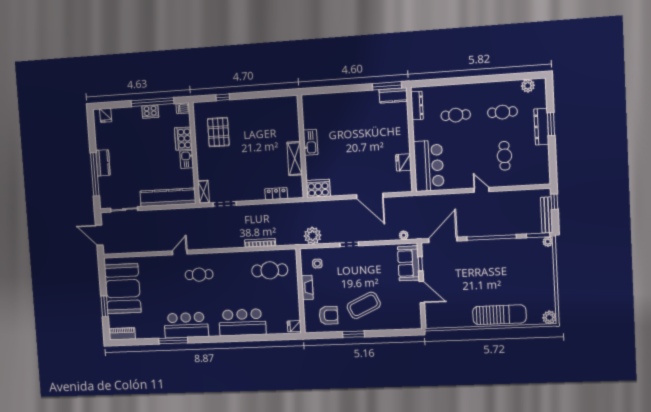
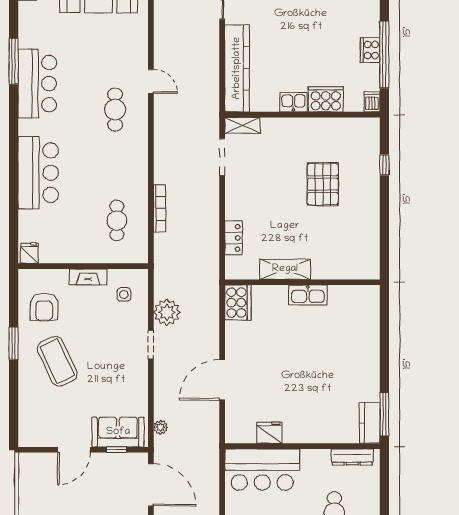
pallet: (218, 132) -> (323, 184), moved, turned 90
plant: (313, 236) -> (167, 312), moved
cafe table: (270, 270) -> (117, 221), width x0.73, depth x0.74

